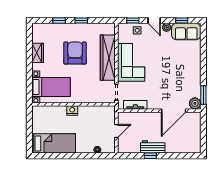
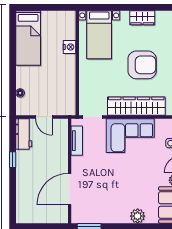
plant: (195, 103) -> (138, 216), moved
nightstand: (72, 111) -> (70, 47), moved
door: (174, 111) -> (70, 189), hinge flipped
workbench: (153, 147) -> (24, 134), moved

